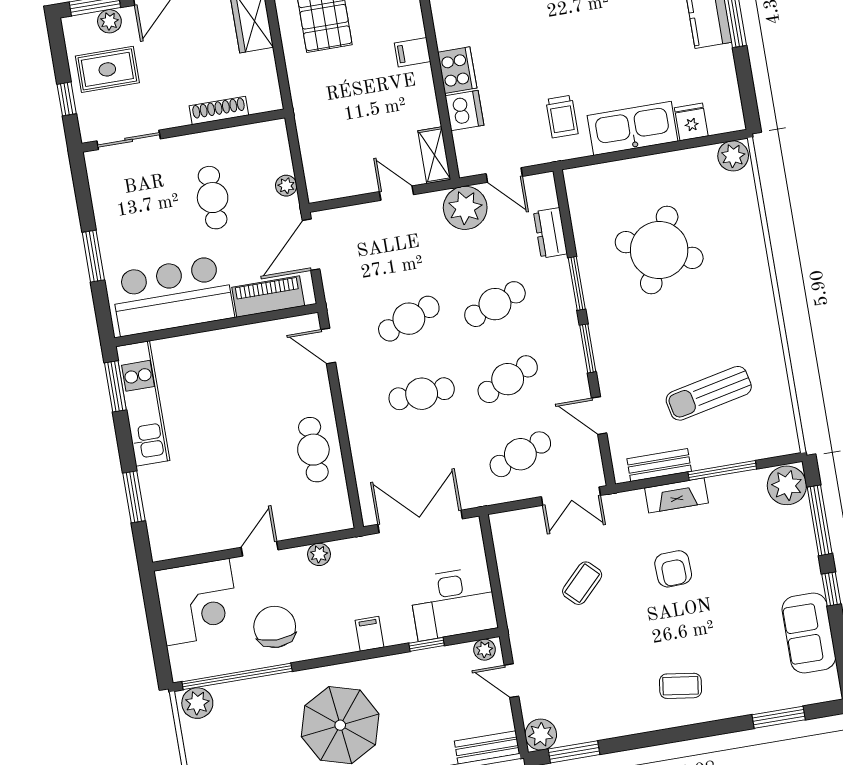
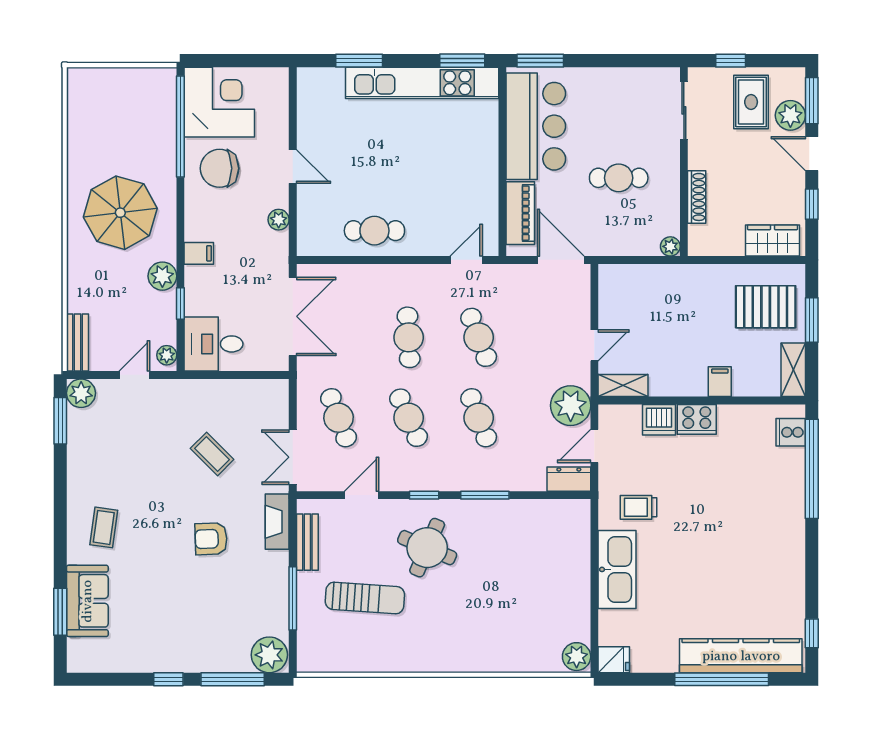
plant: (109, 21) -> (790, 115), width x1.38, depth x1.38
fridge: (691, 122) -> (614, 660), moved
plant: (286, 186) -> (670, 246), moved
dresser: (550, 233) -> (569, 479), moved
round table: (659, 250) -> (427, 548), moved, width x0.73, depth x0.73
window: (93, 256) -> (540, 61), moved
window: (588, 348) -> (424, 495), width x0.67
sun lounger: (709, 393) -> (365, 598), turned 106
kitchen unit: (143, 403) -> (422, 83), width x1.36
fireplace: (676, 495) -> (277, 522), moved
corner desk: (198, 602) -> (219, 102), moved, turned 180
desk: (453, 603) -> (213, 344), width x0.73
chair: (275, 627) -> (220, 168), turned 180
sofa: (809, 633) -> (87, 601), moved, turned 90
plant: (197, 703) -> (162, 276), moved

